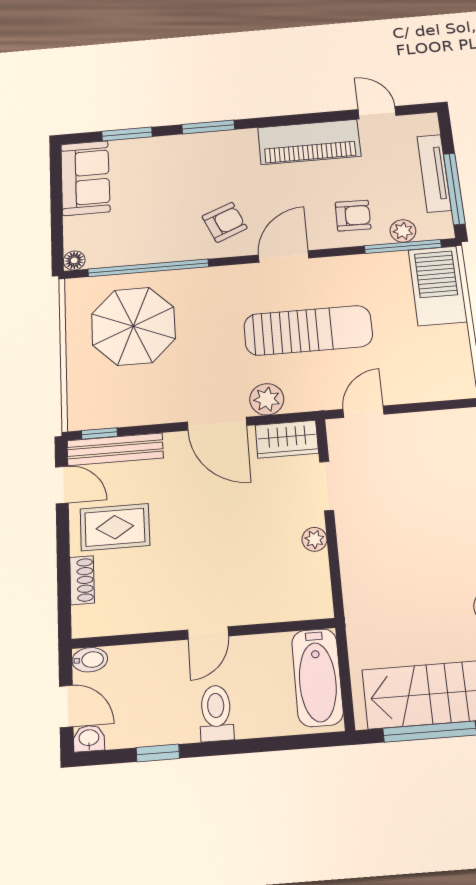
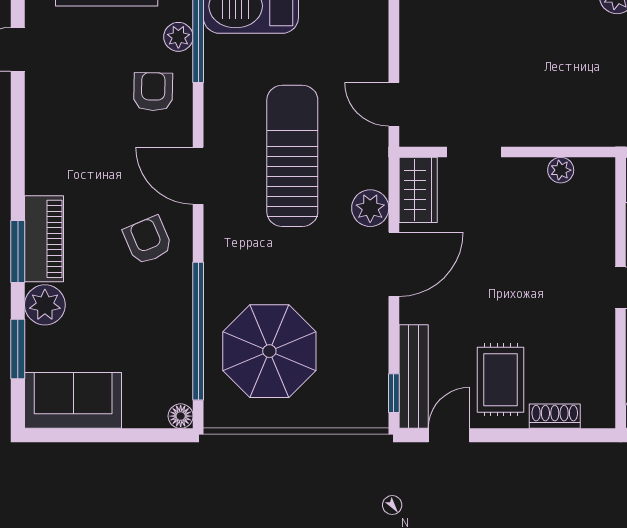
piano: (309, 142) -> (44, 239), moved, width x0.73, depth x0.75
plant: (165, 150) -> (45, 305), added
plant: (314, 539) -> (561, 170), moved

